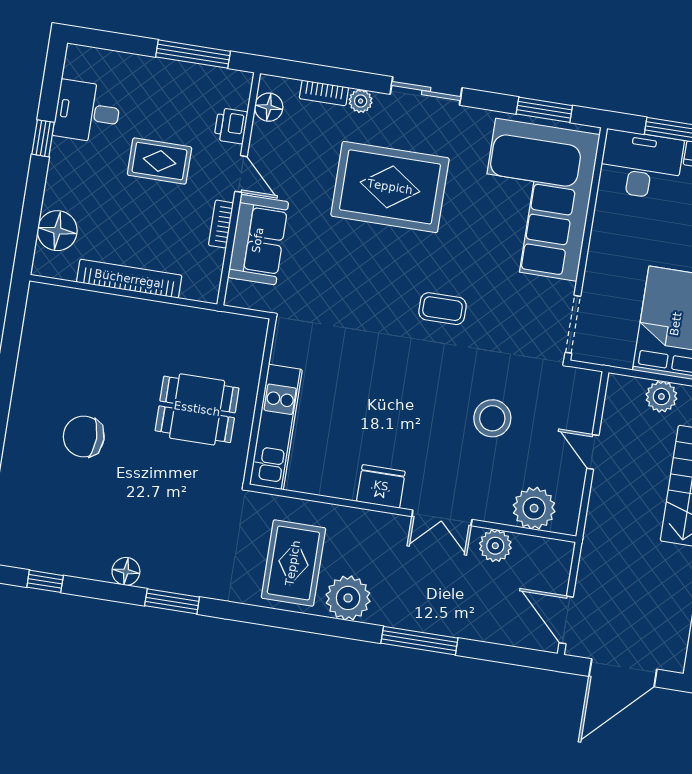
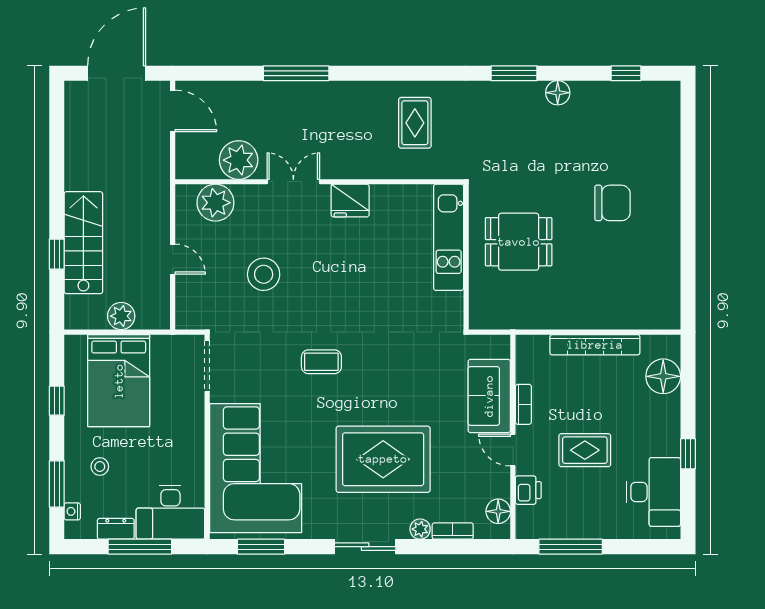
desk: (87, 112) -> (654, 492), width x1.37
plant: (495, 546) -> (239, 160), width x1.36, depth x1.36
rug: (293, 563) -> (415, 123), width x0.73, depth x0.70
plant: (348, 598) -> (363, 100), removed

